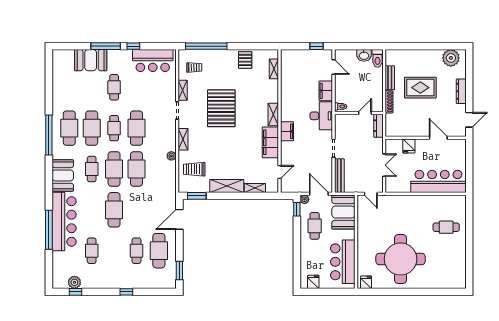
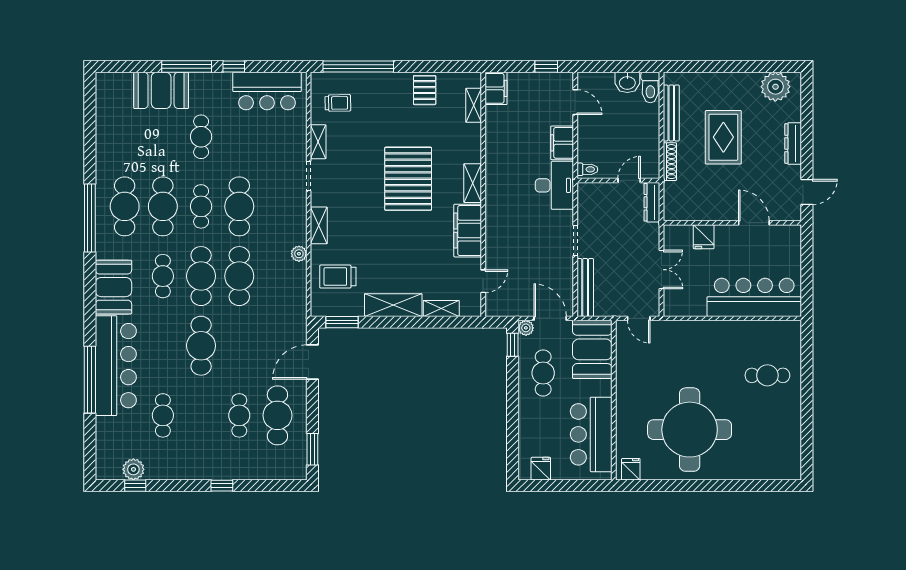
bench: (390, 78) -> (671, 113), width x1.36
rug: (420, 88) -> (723, 137), turned 90
pallet: (221, 108) -> (408, 179), moved
filing cabinet: (287, 131) -> (496, 88), moved

